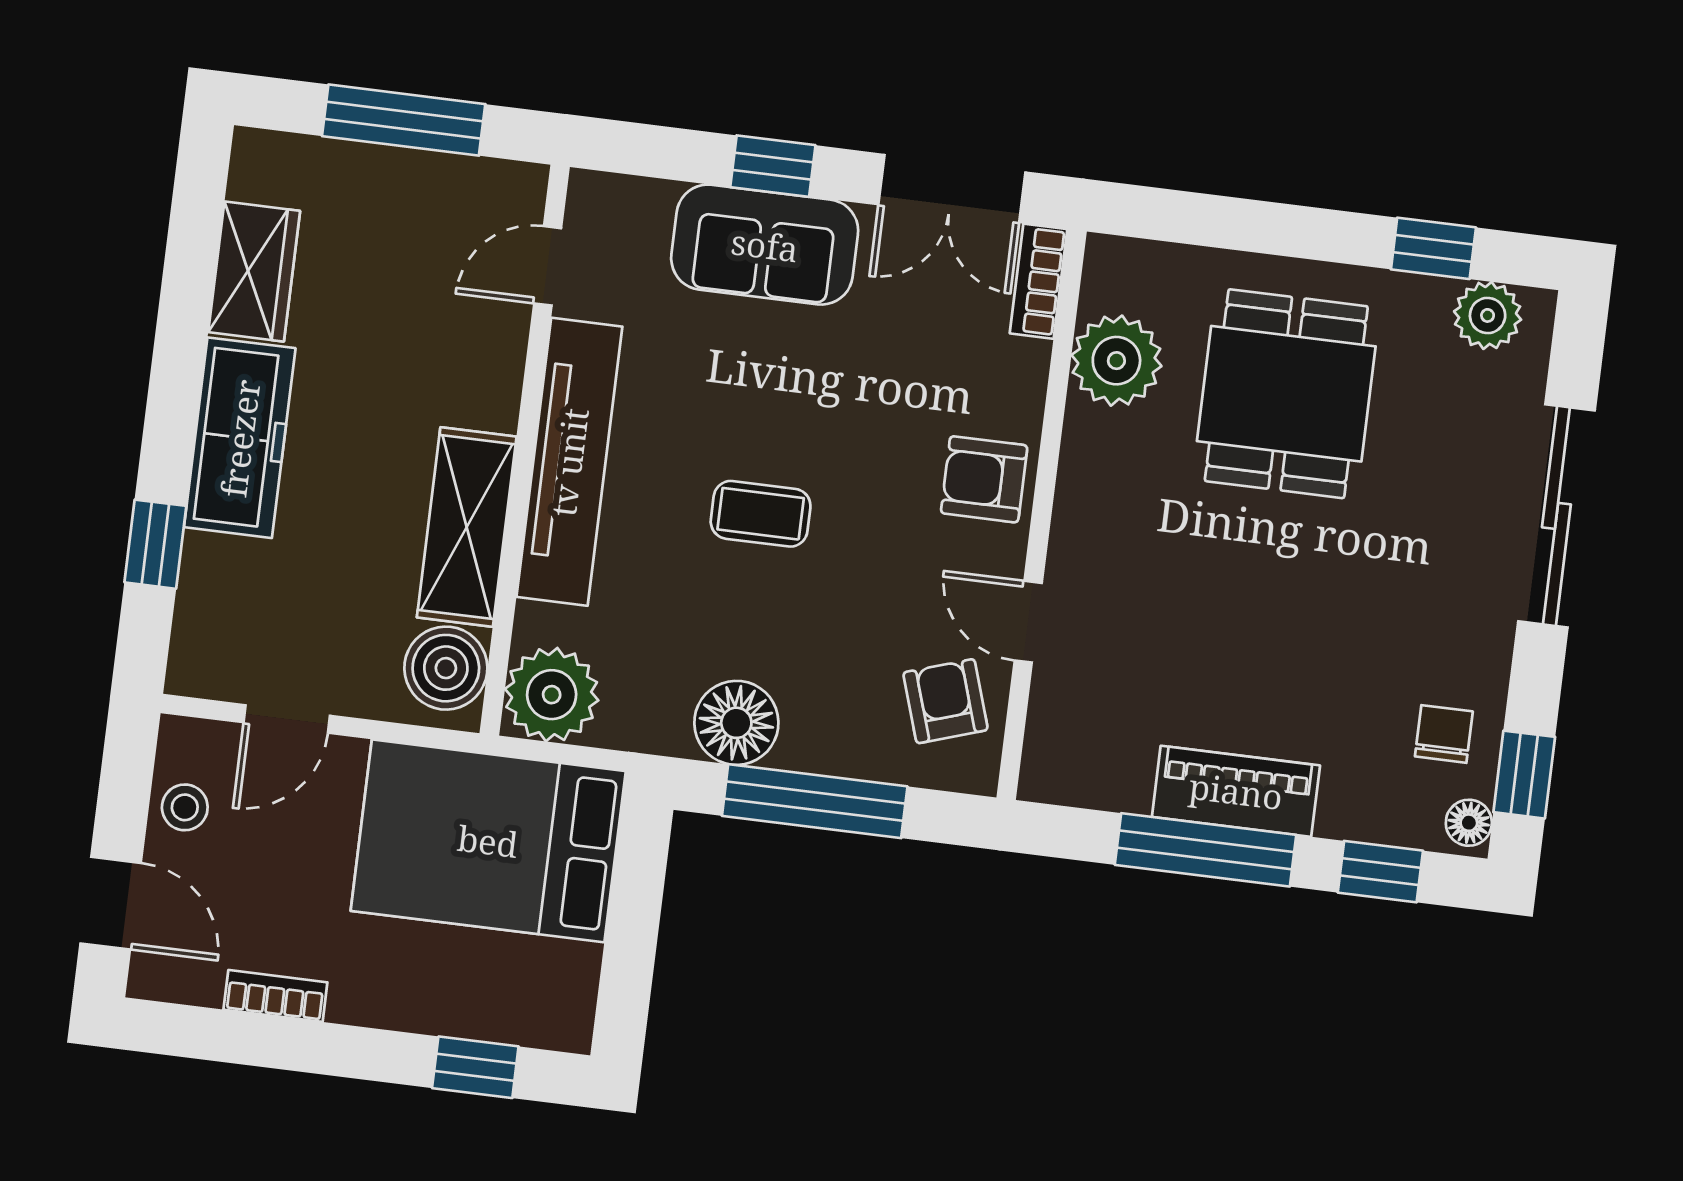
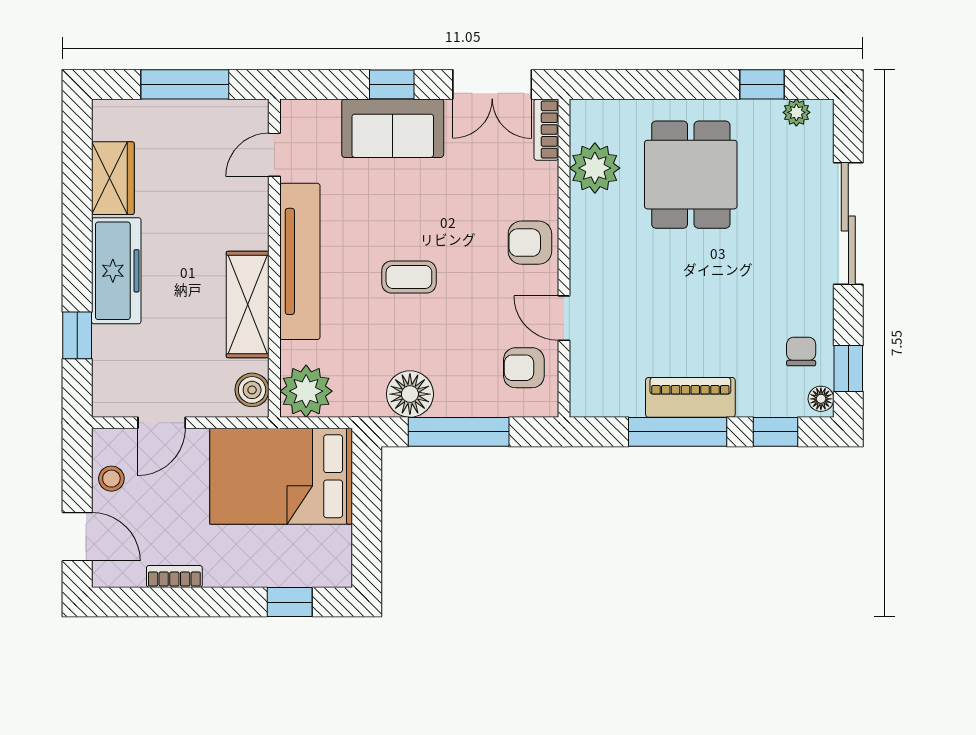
plant: (1488, 315) -> (796, 112), width x0.73, depth x0.73
boiler: (446, 668) -> (252, 390), width x0.73, depth x0.73
armchair: (945, 701) -> (524, 368), turned -72

